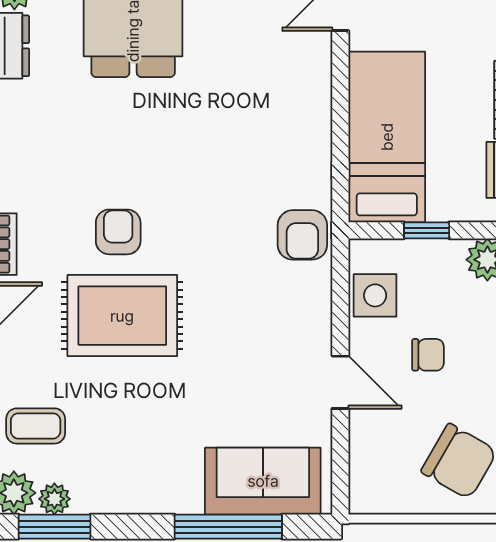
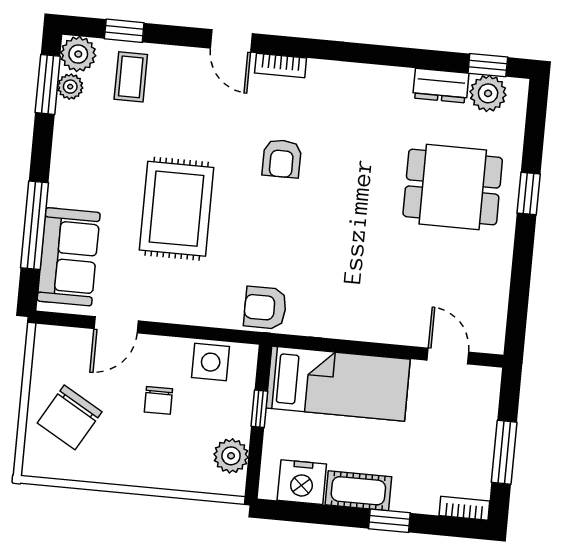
armchair: (118, 232) -> (282, 159), turned 90
rug: (122, 316) -> (177, 209), moved
door: (340, 382) -> (116, 325), moved

